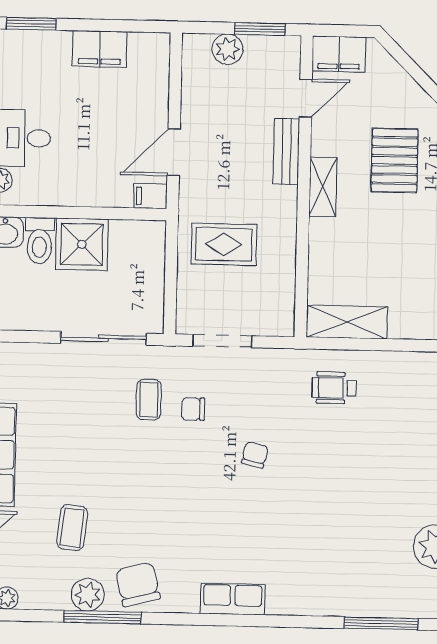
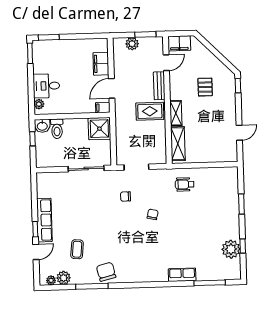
filing cabinet: (100, 49) -> (101, 64), moved, turned 90
pallet: (394, 161) -> (205, 87), width x0.67, depth x0.71
shelving: (323, 187) -> (176, 113), moved
shower: (82, 244) -> (99, 129), moved
rug: (224, 244) -> (150, 111), moved
shelving: (347, 322) -> (178, 144), moved, turned 90
coffee table: (149, 400) -> (107, 194), removed
plant: (88, 595) -> (64, 278), moved
row of seats: (233, 599) -> (182, 275), moved

